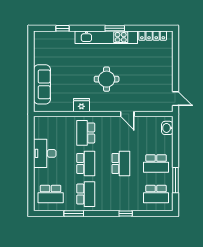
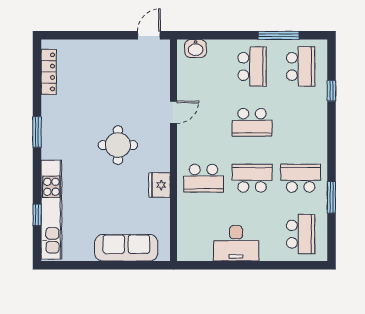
kitchen unit: (106, 37) -> (51, 210), moved
school desk: (121, 163) -> (252, 122), turned 180
window: (126, 213) -> (331, 91), moved

